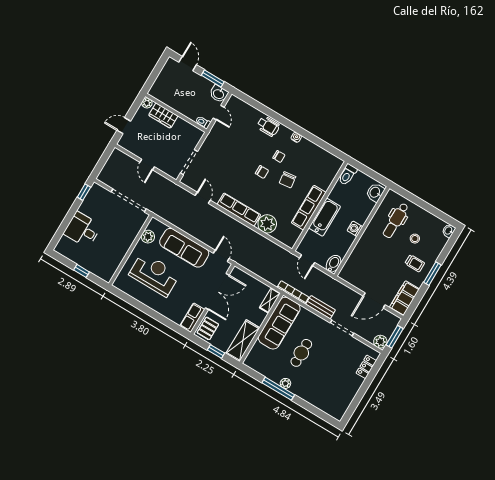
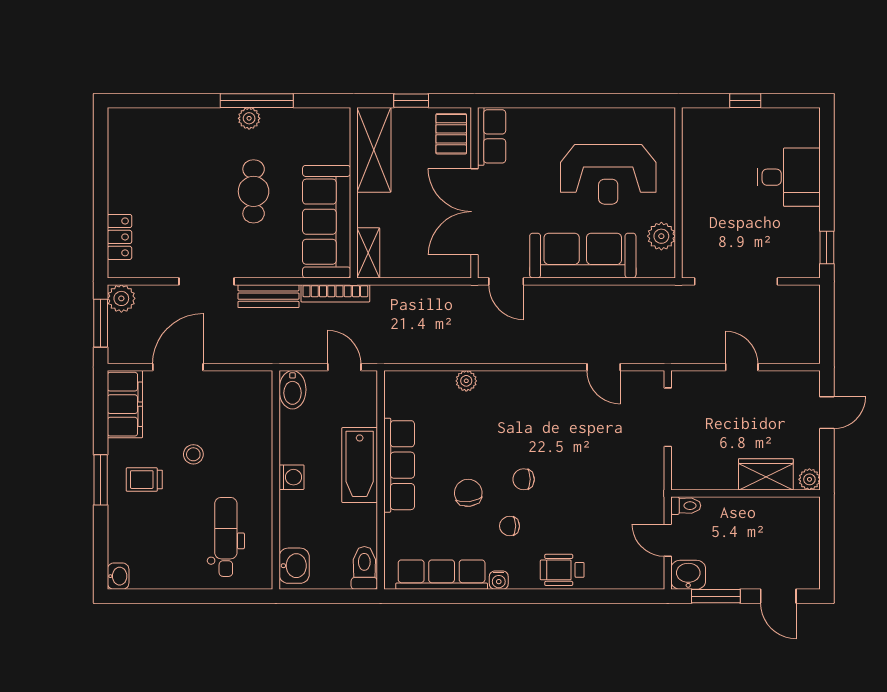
row of seats: (239, 210) -> (442, 575), moved, turned 180
plant: (267, 224) -> (466, 381), width x0.53, depth x0.53
stool: (415, 239) -> (193, 454), moved

